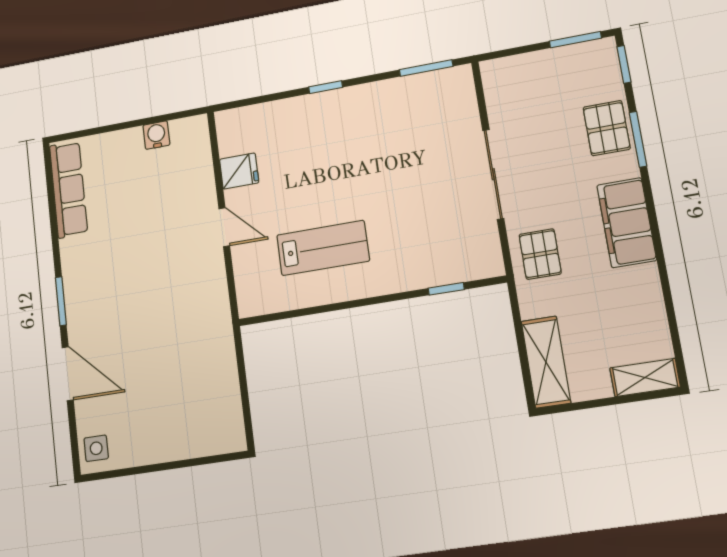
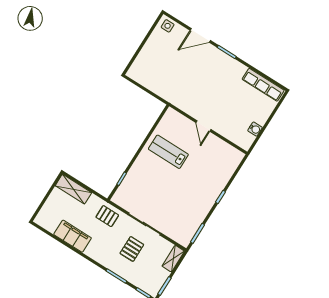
pallet: (607, 128) -> (132, 249), moved, turned 90
fridge: (239, 171) -> (218, 146), removed
filing cabinet: (627, 223) -> (73, 236), moved
door: (224, 227) -> (203, 126), hinge flipped
lab bench: (323, 248) -> (168, 152), turned 90
shelving: (645, 378) -> (173, 259), moved

